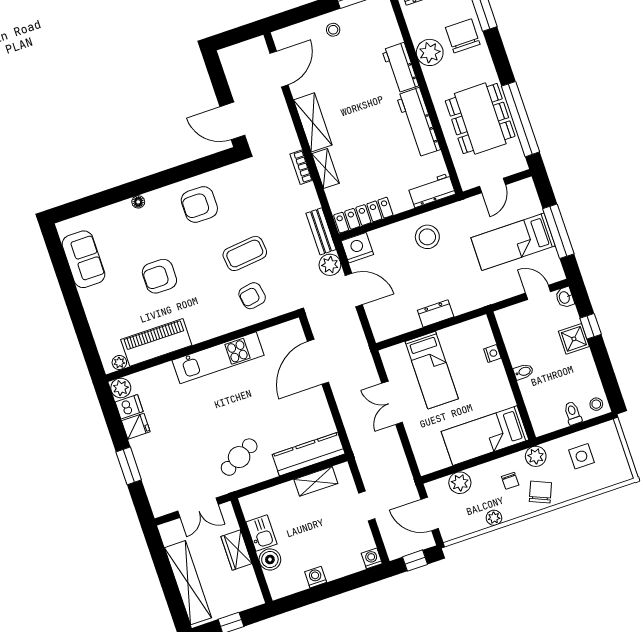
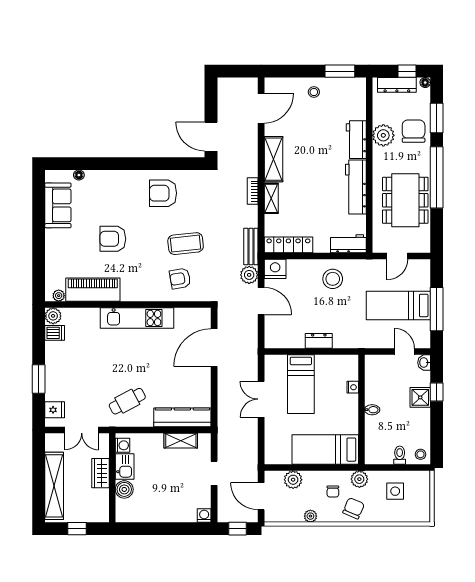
window: (520, 119) -> (437, 177), moved
floor lamp: (138, 202) -> (79, 175), moved
fridge: (136, 426) -> (55, 410), moved
washing machine: (316, 577) -> (123, 445), moved, turned 90

